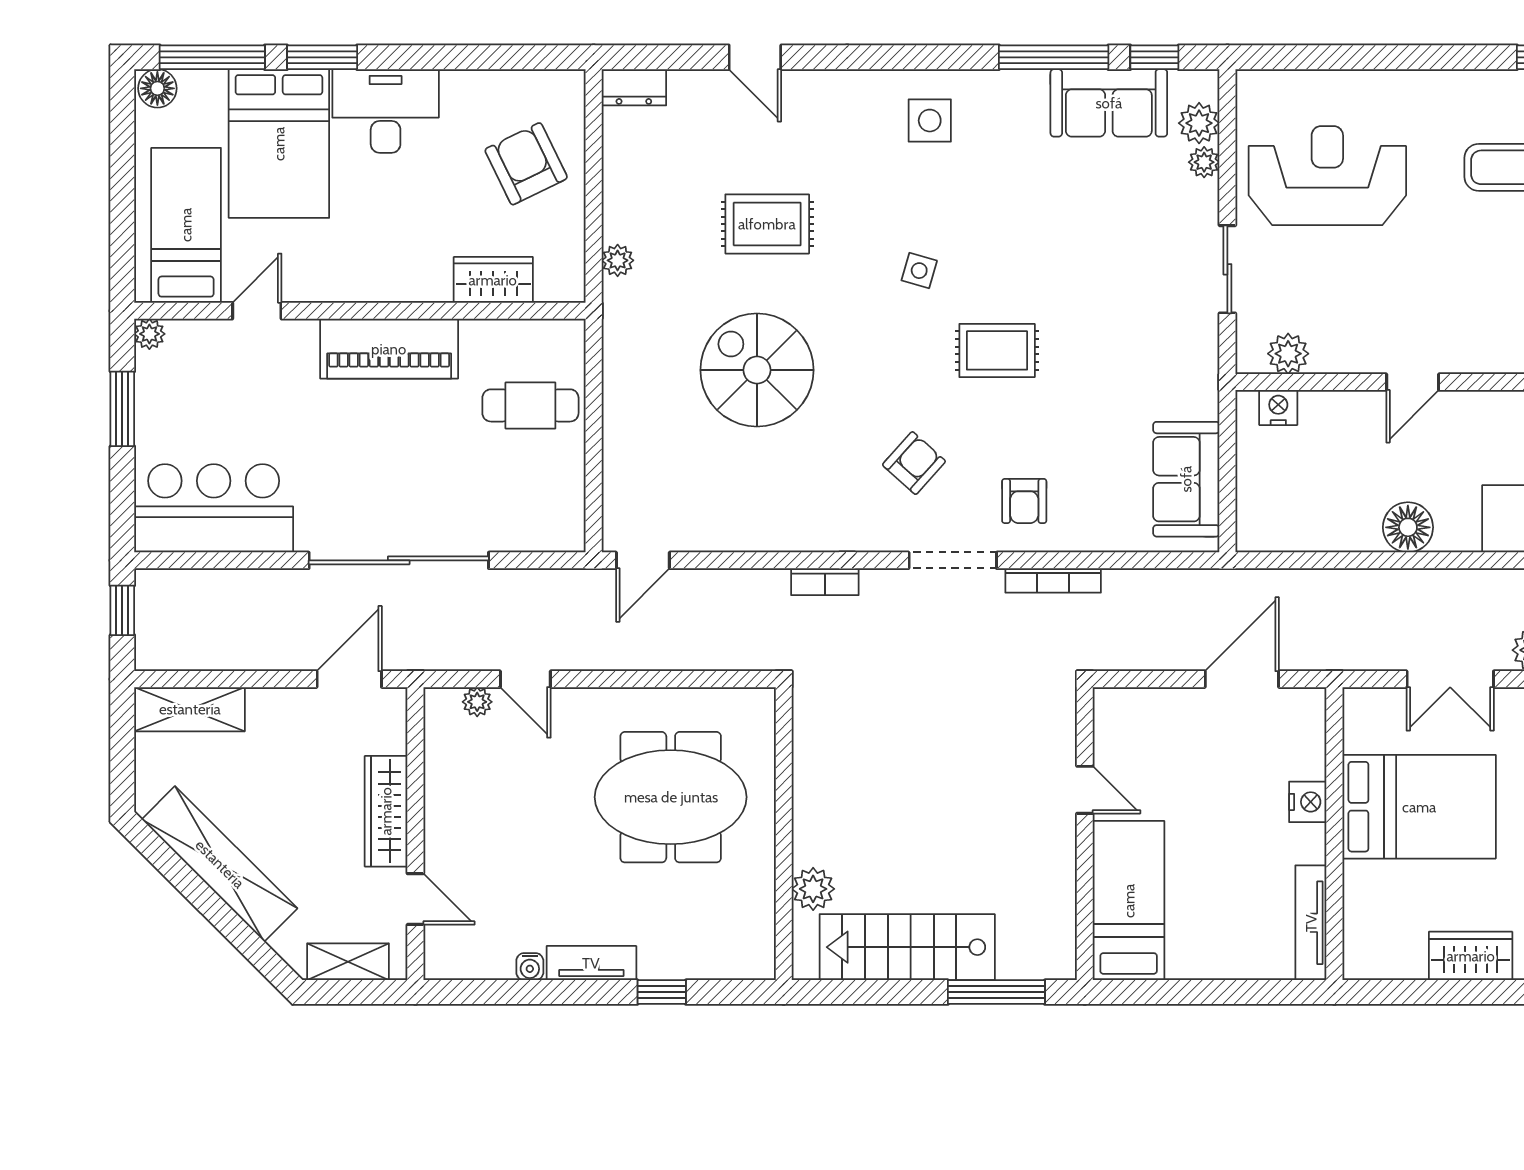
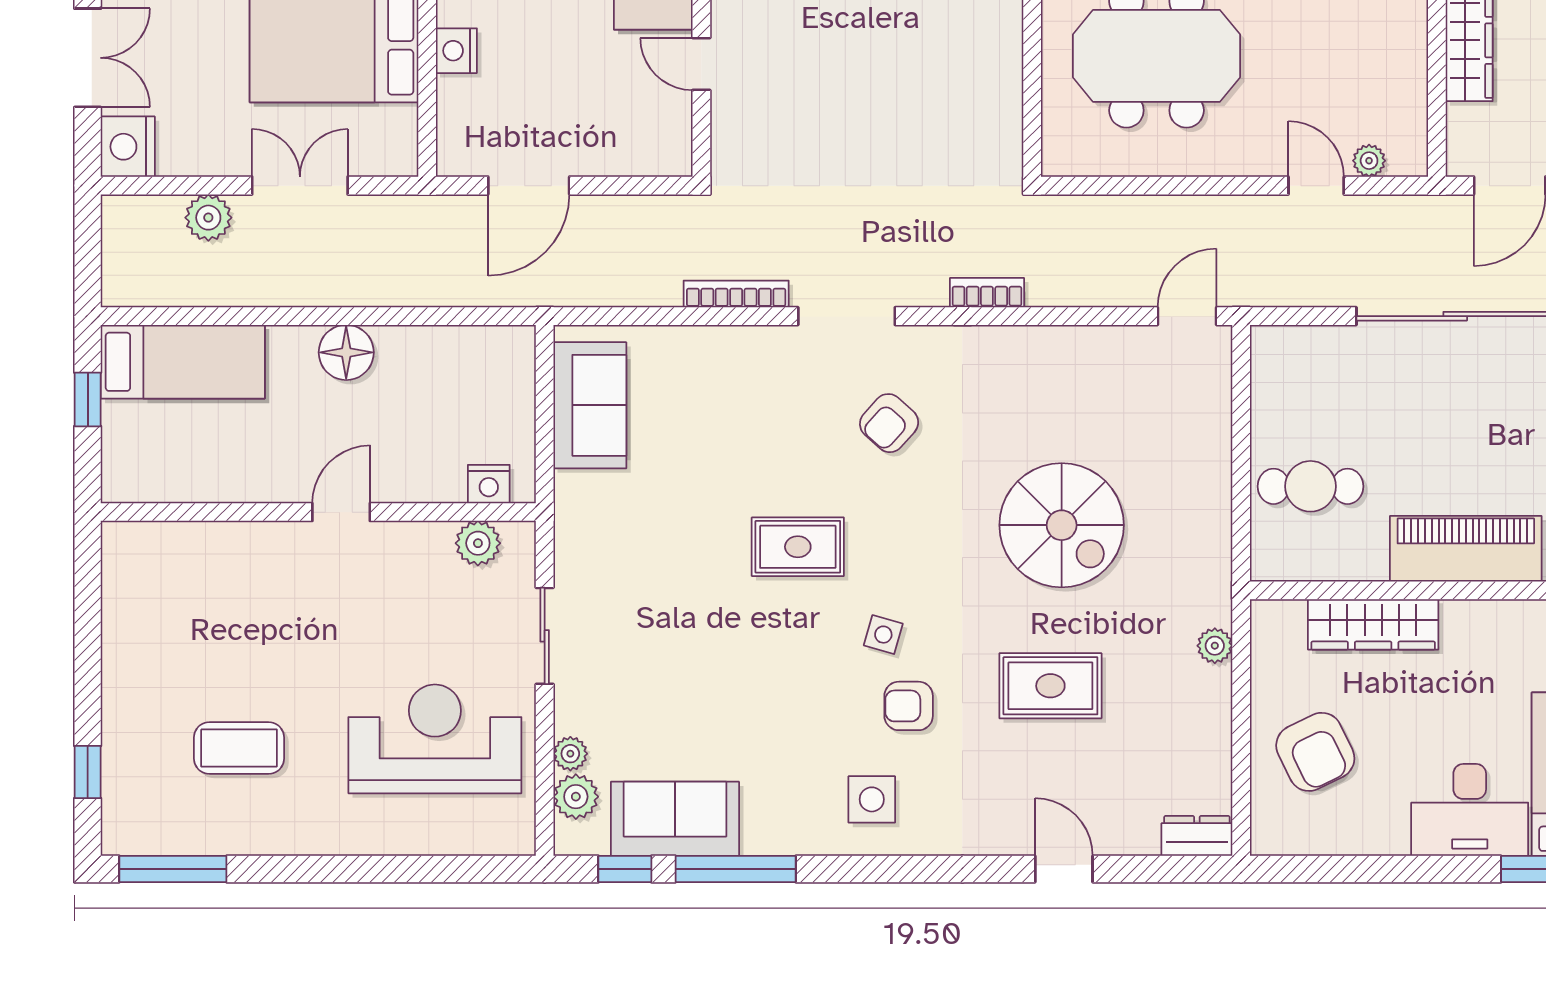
reception desk: (1327, 176) -> (435, 739), turned 180
wardrobe: (493, 280) -> (1373, 624), width x1.50
armchair: (1024, 501) -> (909, 706), moved, turned -90

